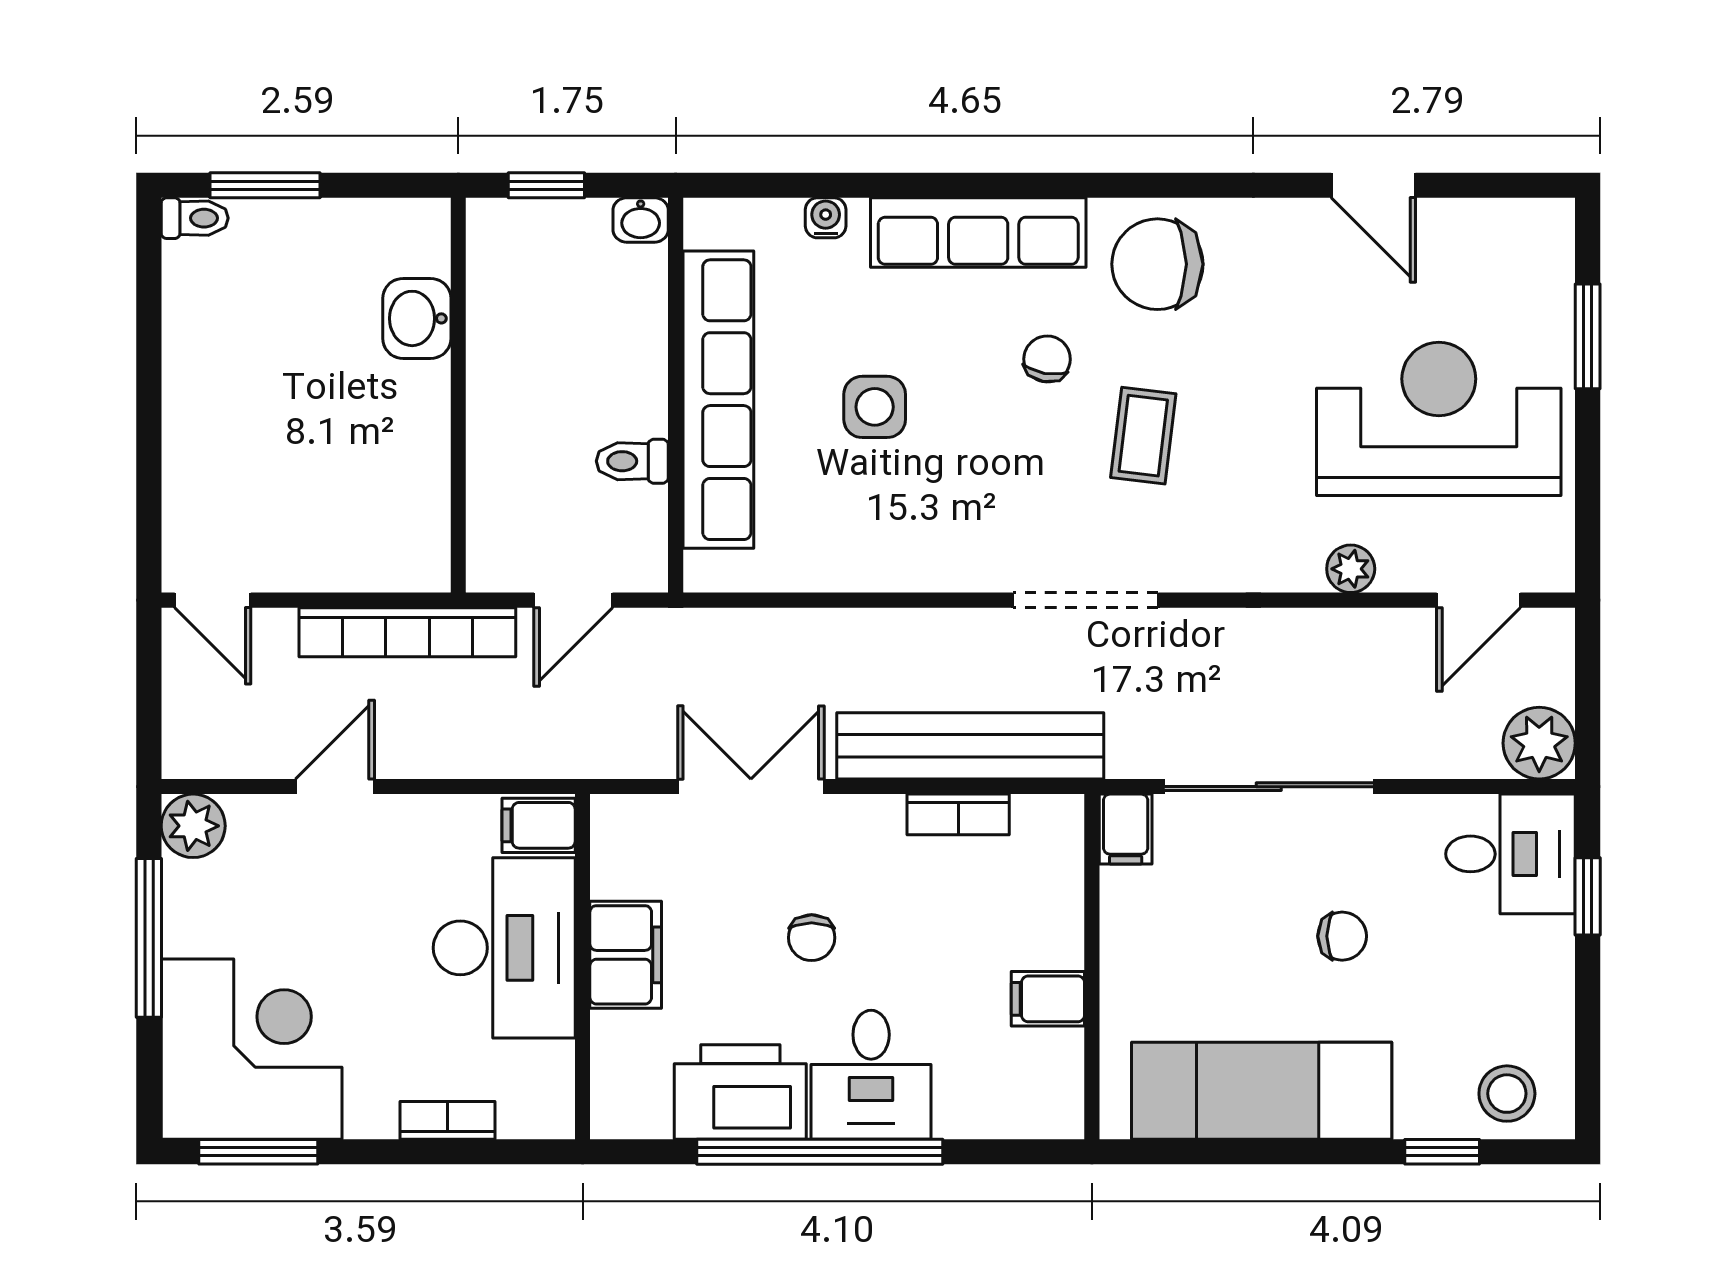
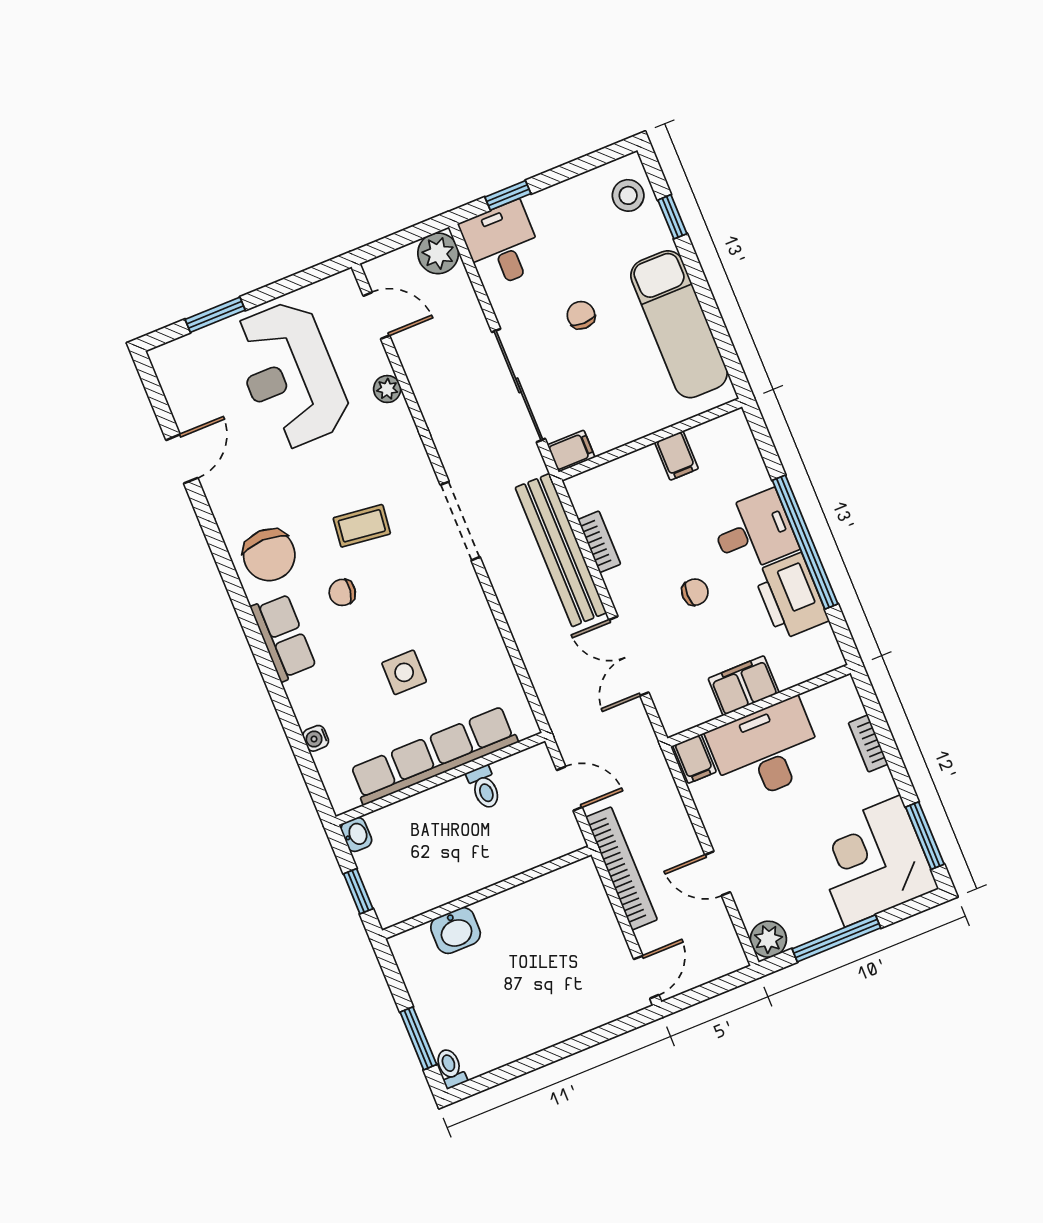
row of seats: (978, 232) -> (283, 637), width x0.68

